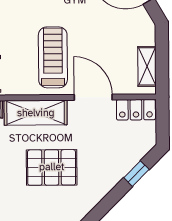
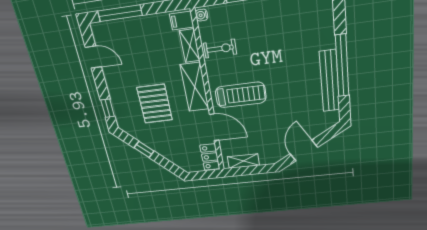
door: (93, 97) -> (214, 127), hinge flipped
window: (136, 174) -> (144, 149), moved

